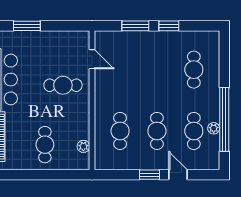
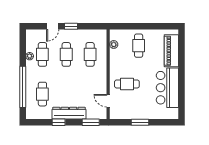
window: (27, 26) -> (140, 122), moved
window: (135, 26) -> (91, 122), moved
dresser: (153, 40) -> (69, 113), added
window: (224, 119) -> (23, 87), moved
door: (178, 175) -> (53, 26), hinge flipped

